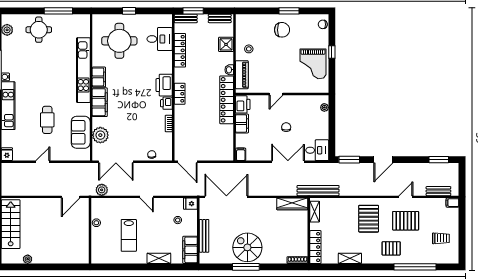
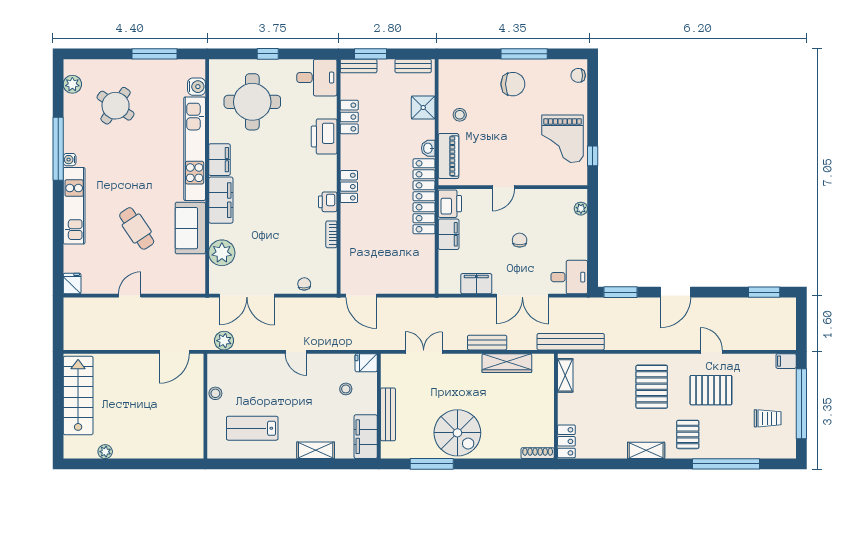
window: (289, 11) -> (524, 54), width x1.44
round table: (39, 30) -> (116, 106), moved, turned 35
water cooler: (85, 31) -> (196, 87), added
desk: (160, 39) -> (317, 78), moved
locker: (180, 50) -> (349, 117), width x0.66
window: (332, 52) -> (593, 156), moved
printer: (164, 85) -> (324, 136), moved
cafe table: (47, 120) -> (137, 228), turned -34
sofa: (81, 132) -> (190, 228), moved
filing cabinet: (241, 154) -> (476, 284), moved, width x2.00
double door: (288, 162) -> (522, 296), swing flipped
bench: (438, 191) -> (487, 343), moved
double door: (226, 197) -> (424, 352), width x0.54
door: (406, 197) -> (711, 352), hinge flipped
wardrobe: (292, 204) -> (507, 363), moved
window: (462, 229) -> (801, 404), added
lab bench: (129, 235) -> (252, 428), moved, turned 90
spiral stairs: (247, 247) -> (457, 433), turned 180
locker: (315, 247) -> (566, 441), width x0.66
pallet: (391, 248) -> (688, 434), turned 90
shelving: (350, 258) -> (646, 450), moved
window: (246, 267) -> (432, 464), moved

